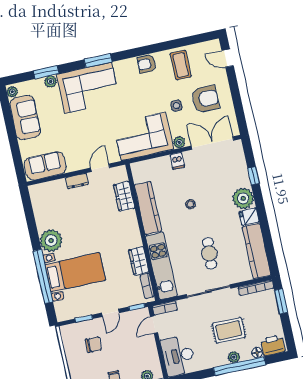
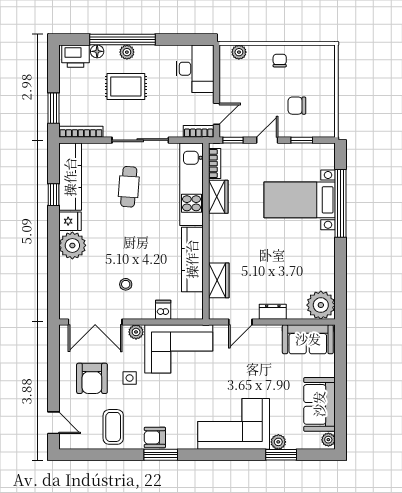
window: (98, 61) -> (161, 455), moved
armchair: (147, 64) -> (155, 437), turned 180
armchair: (205, 99) -> (92, 378), turned -90
dishwasher: (177, 161) -> (163, 310), moved
window: (253, 176) -> (53, 195), moved
stool: (190, 204) -> (126, 284), moved
plant: (51, 241) -> (321, 305), moved

